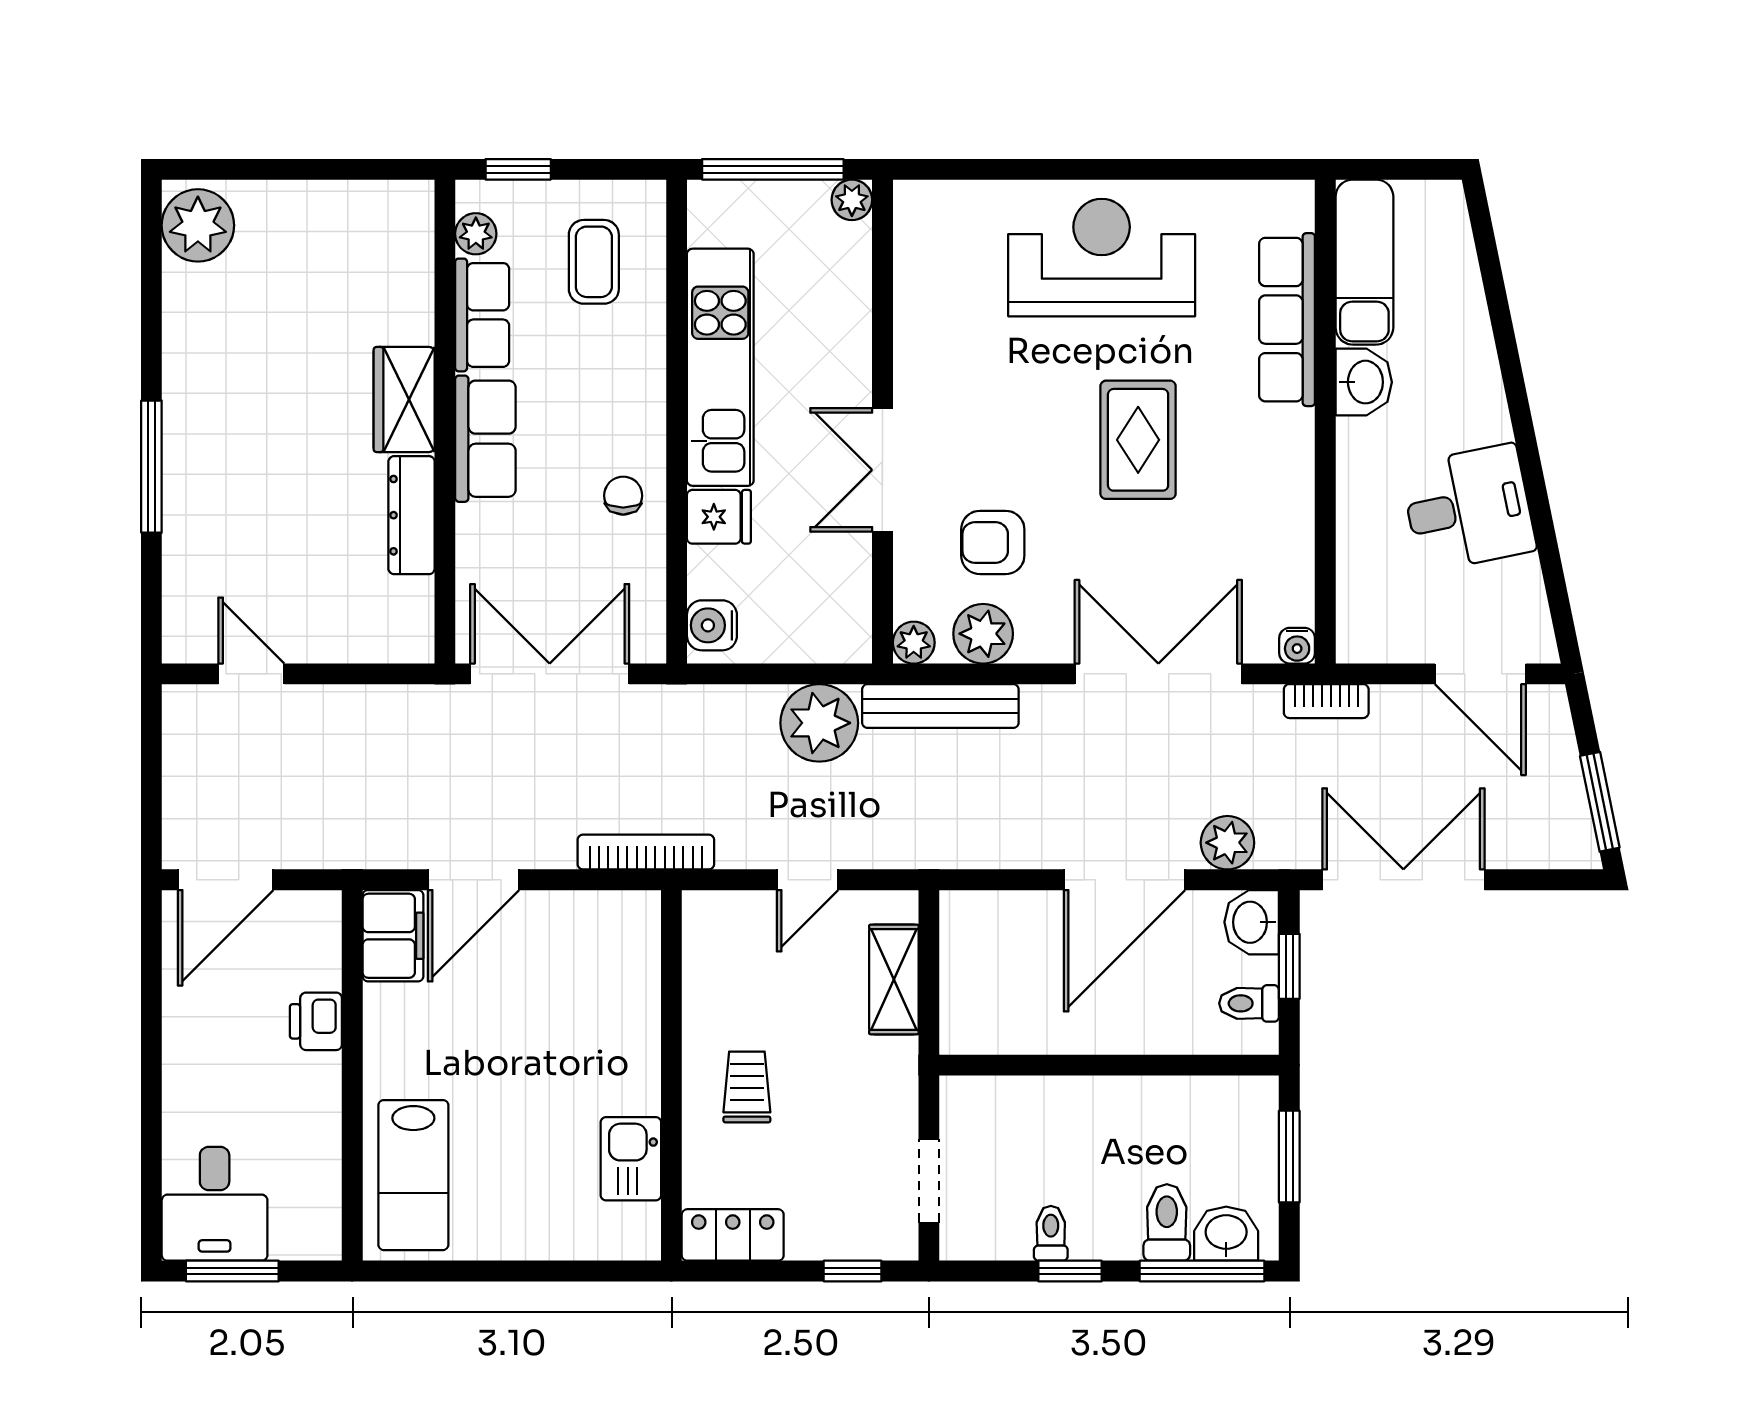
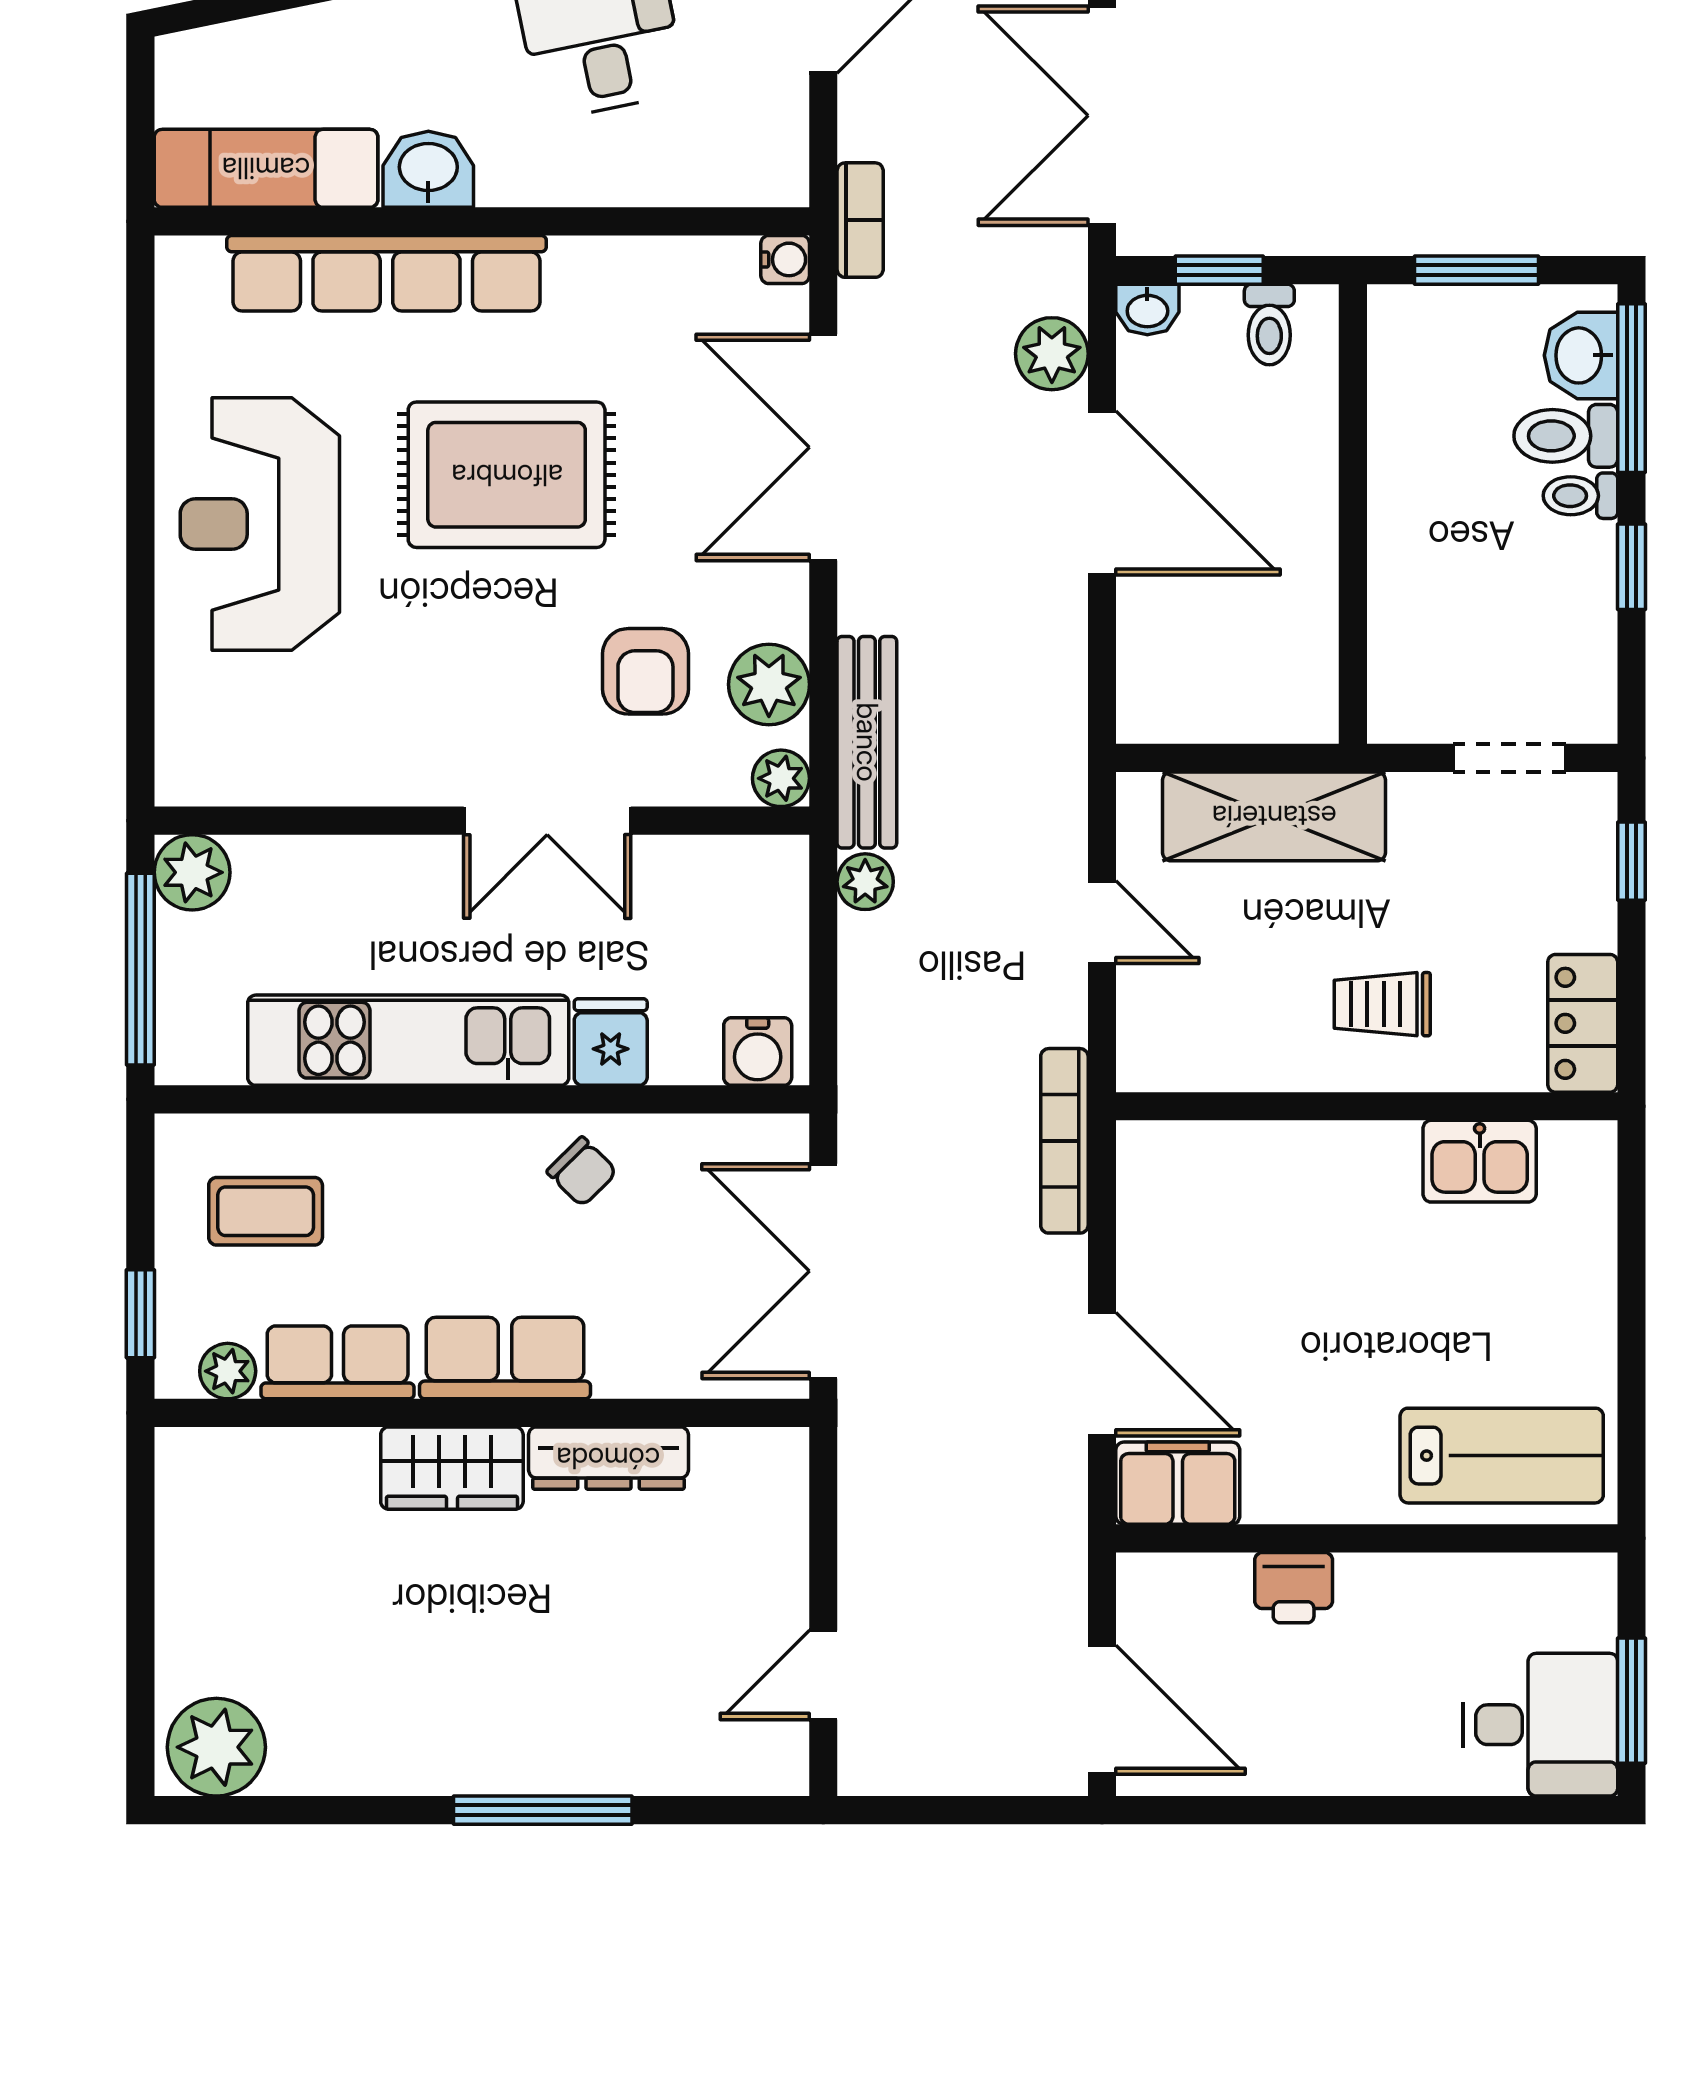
plant: (852, 200) -> (192, 872), width x1.38, depth x1.38
row of seats: (1287, 320) -> (386, 273), width x1.36
rug: (1138, 440) -> (507, 475), width x1.36, depth x1.43
chair: (623, 496) -> (582, 1172), turned -135
plant: (819, 723) -> (865, 882), width x0.53, depth x0.53
washbasin: (1252, 922) -> (1147, 310), width x0.72, depth x0.69
shelving: (894, 979) -> (1274, 816), width x1.50, depth x1.33
toilet: (1051, 1233) -> (1580, 496), moved

